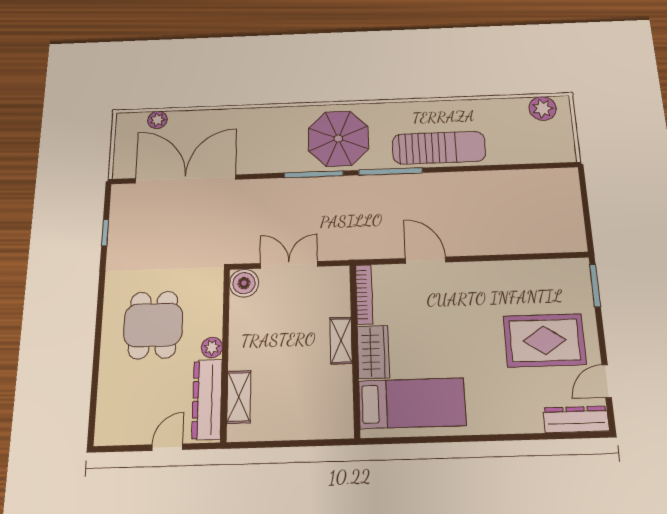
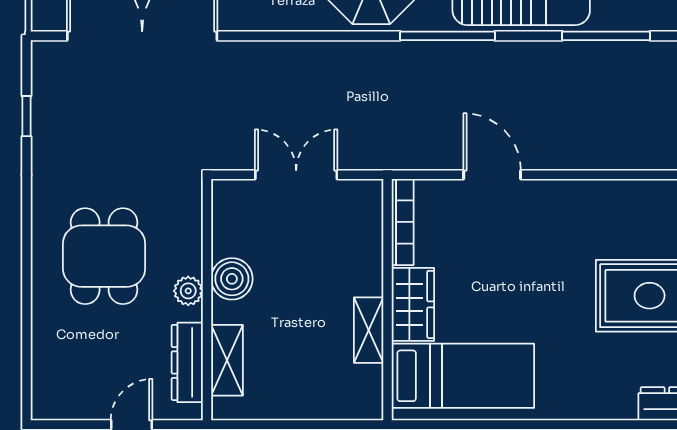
window: (314, 174) -> (606, 36), moved
boiler: (244, 283) -> (232, 279), moved
shelving: (341, 340) -> (369, 330), moved
dresser: (207, 399) -> (187, 362), width x0.73, depth x0.80

